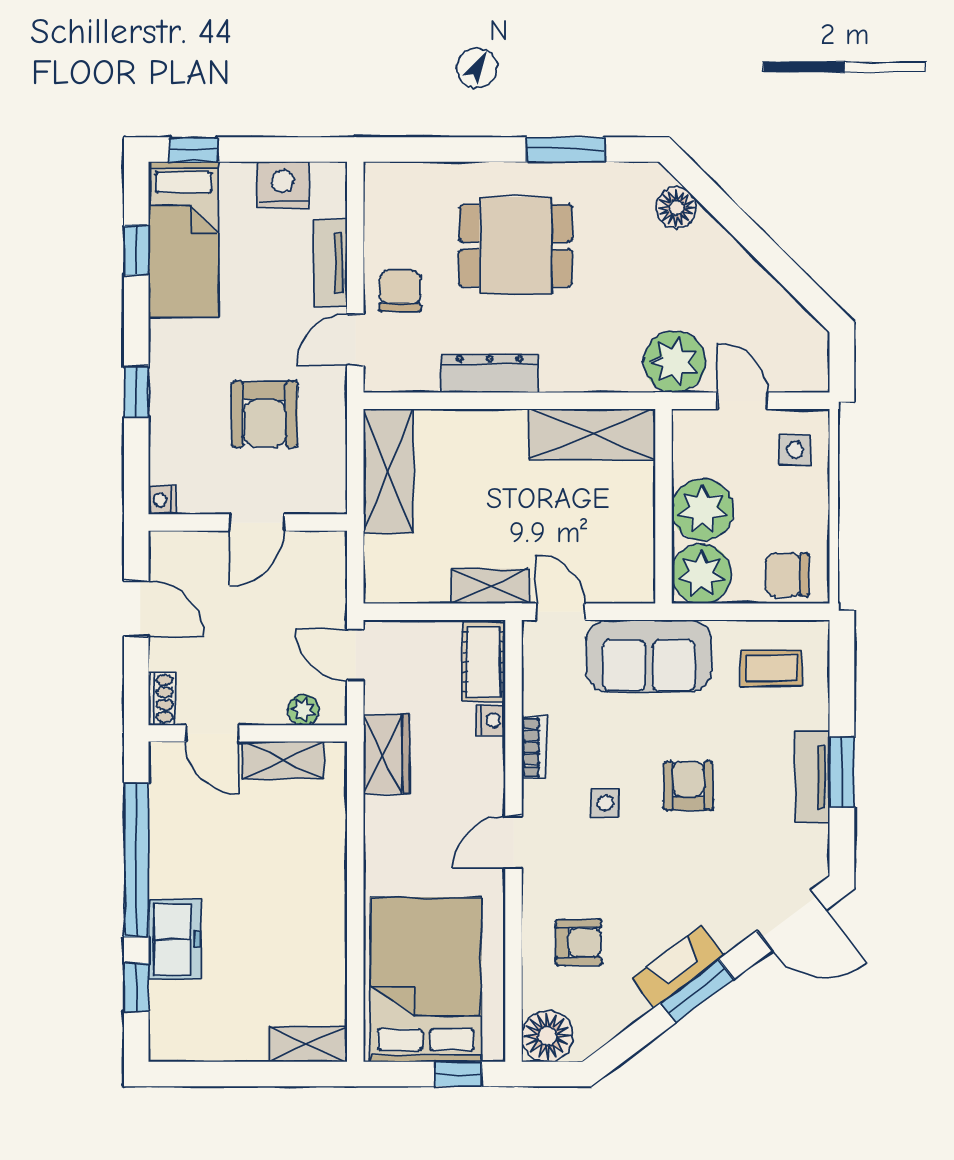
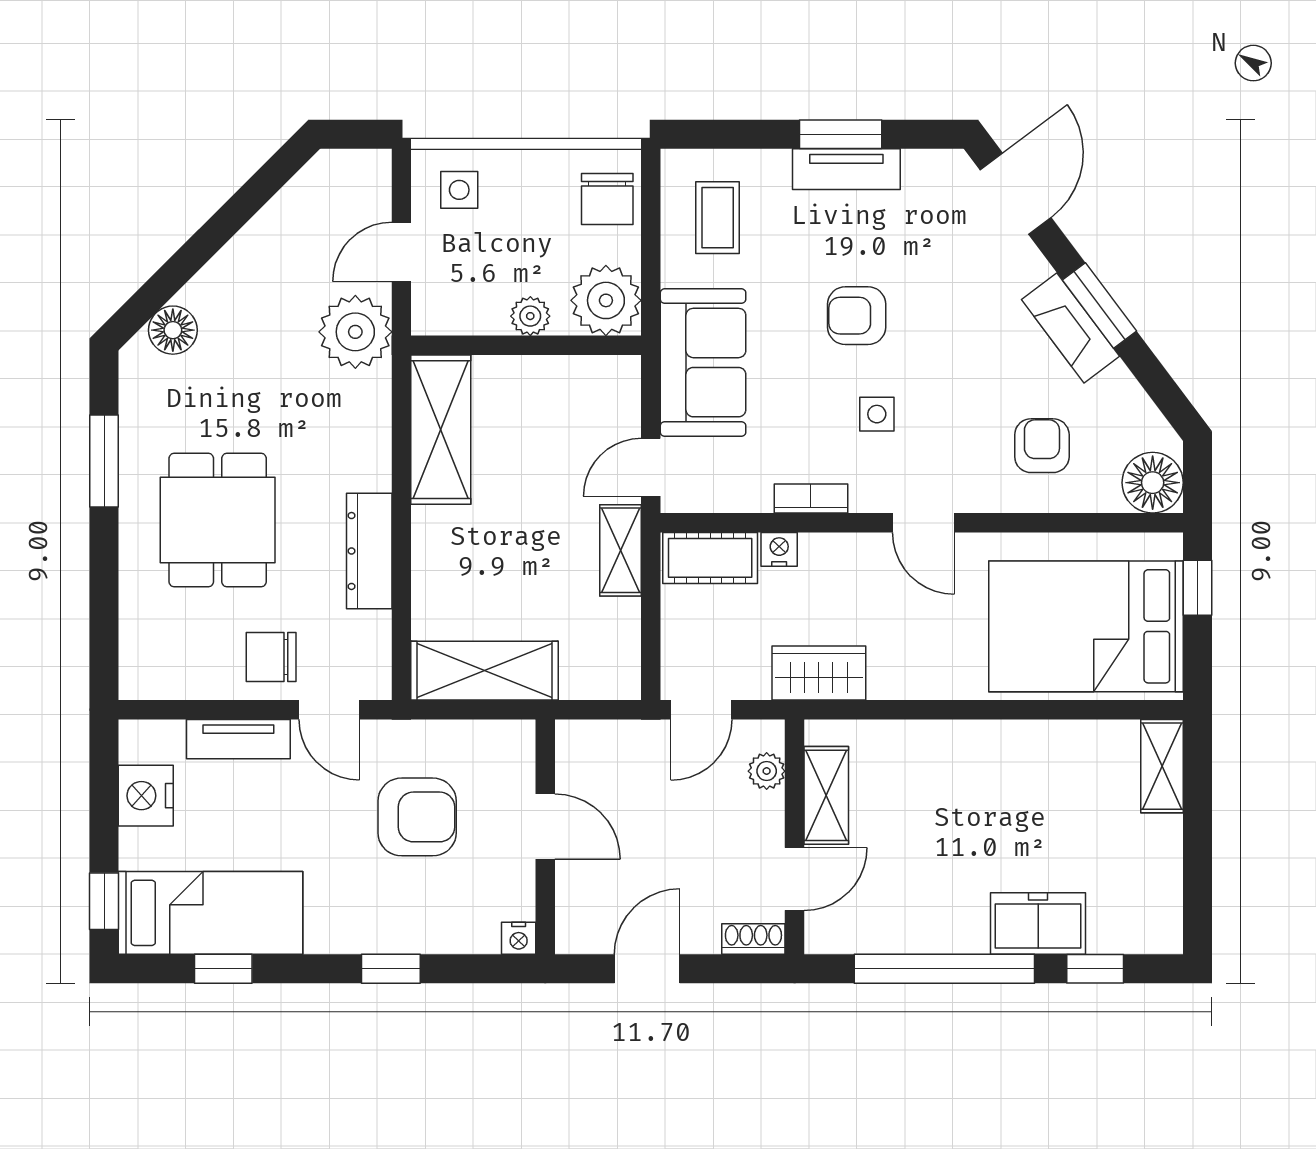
plant: (703, 510) -> (530, 316), width x0.53, depth x0.53

